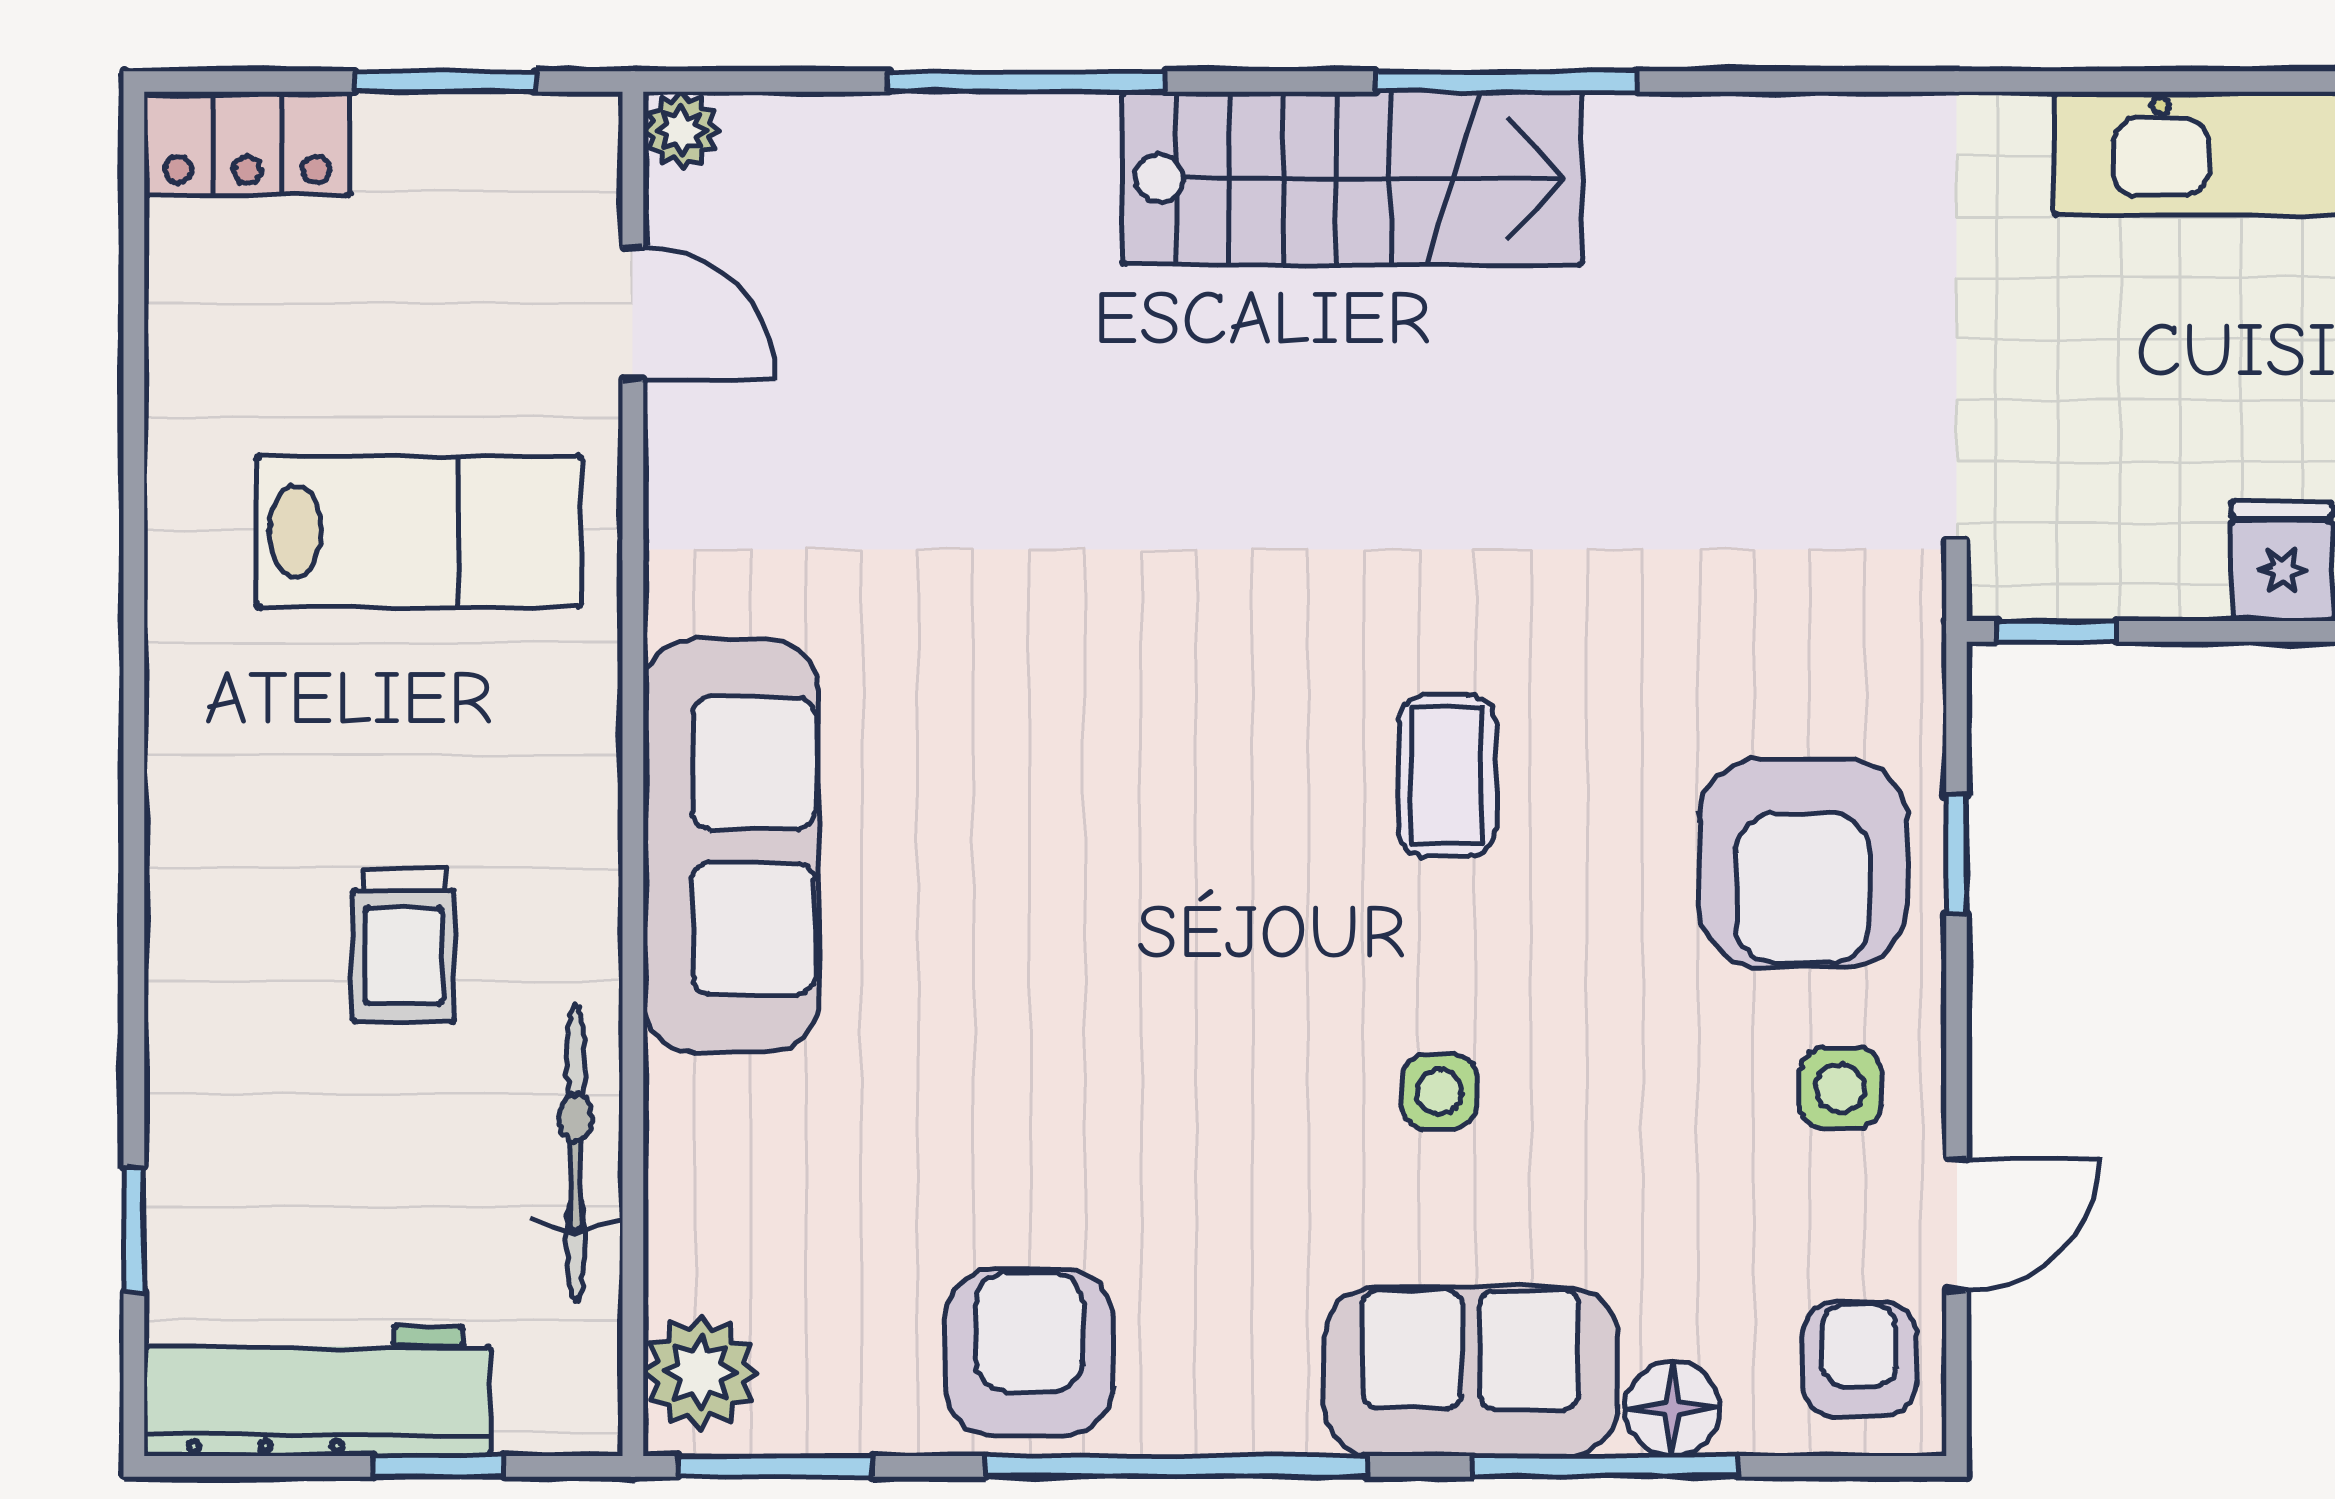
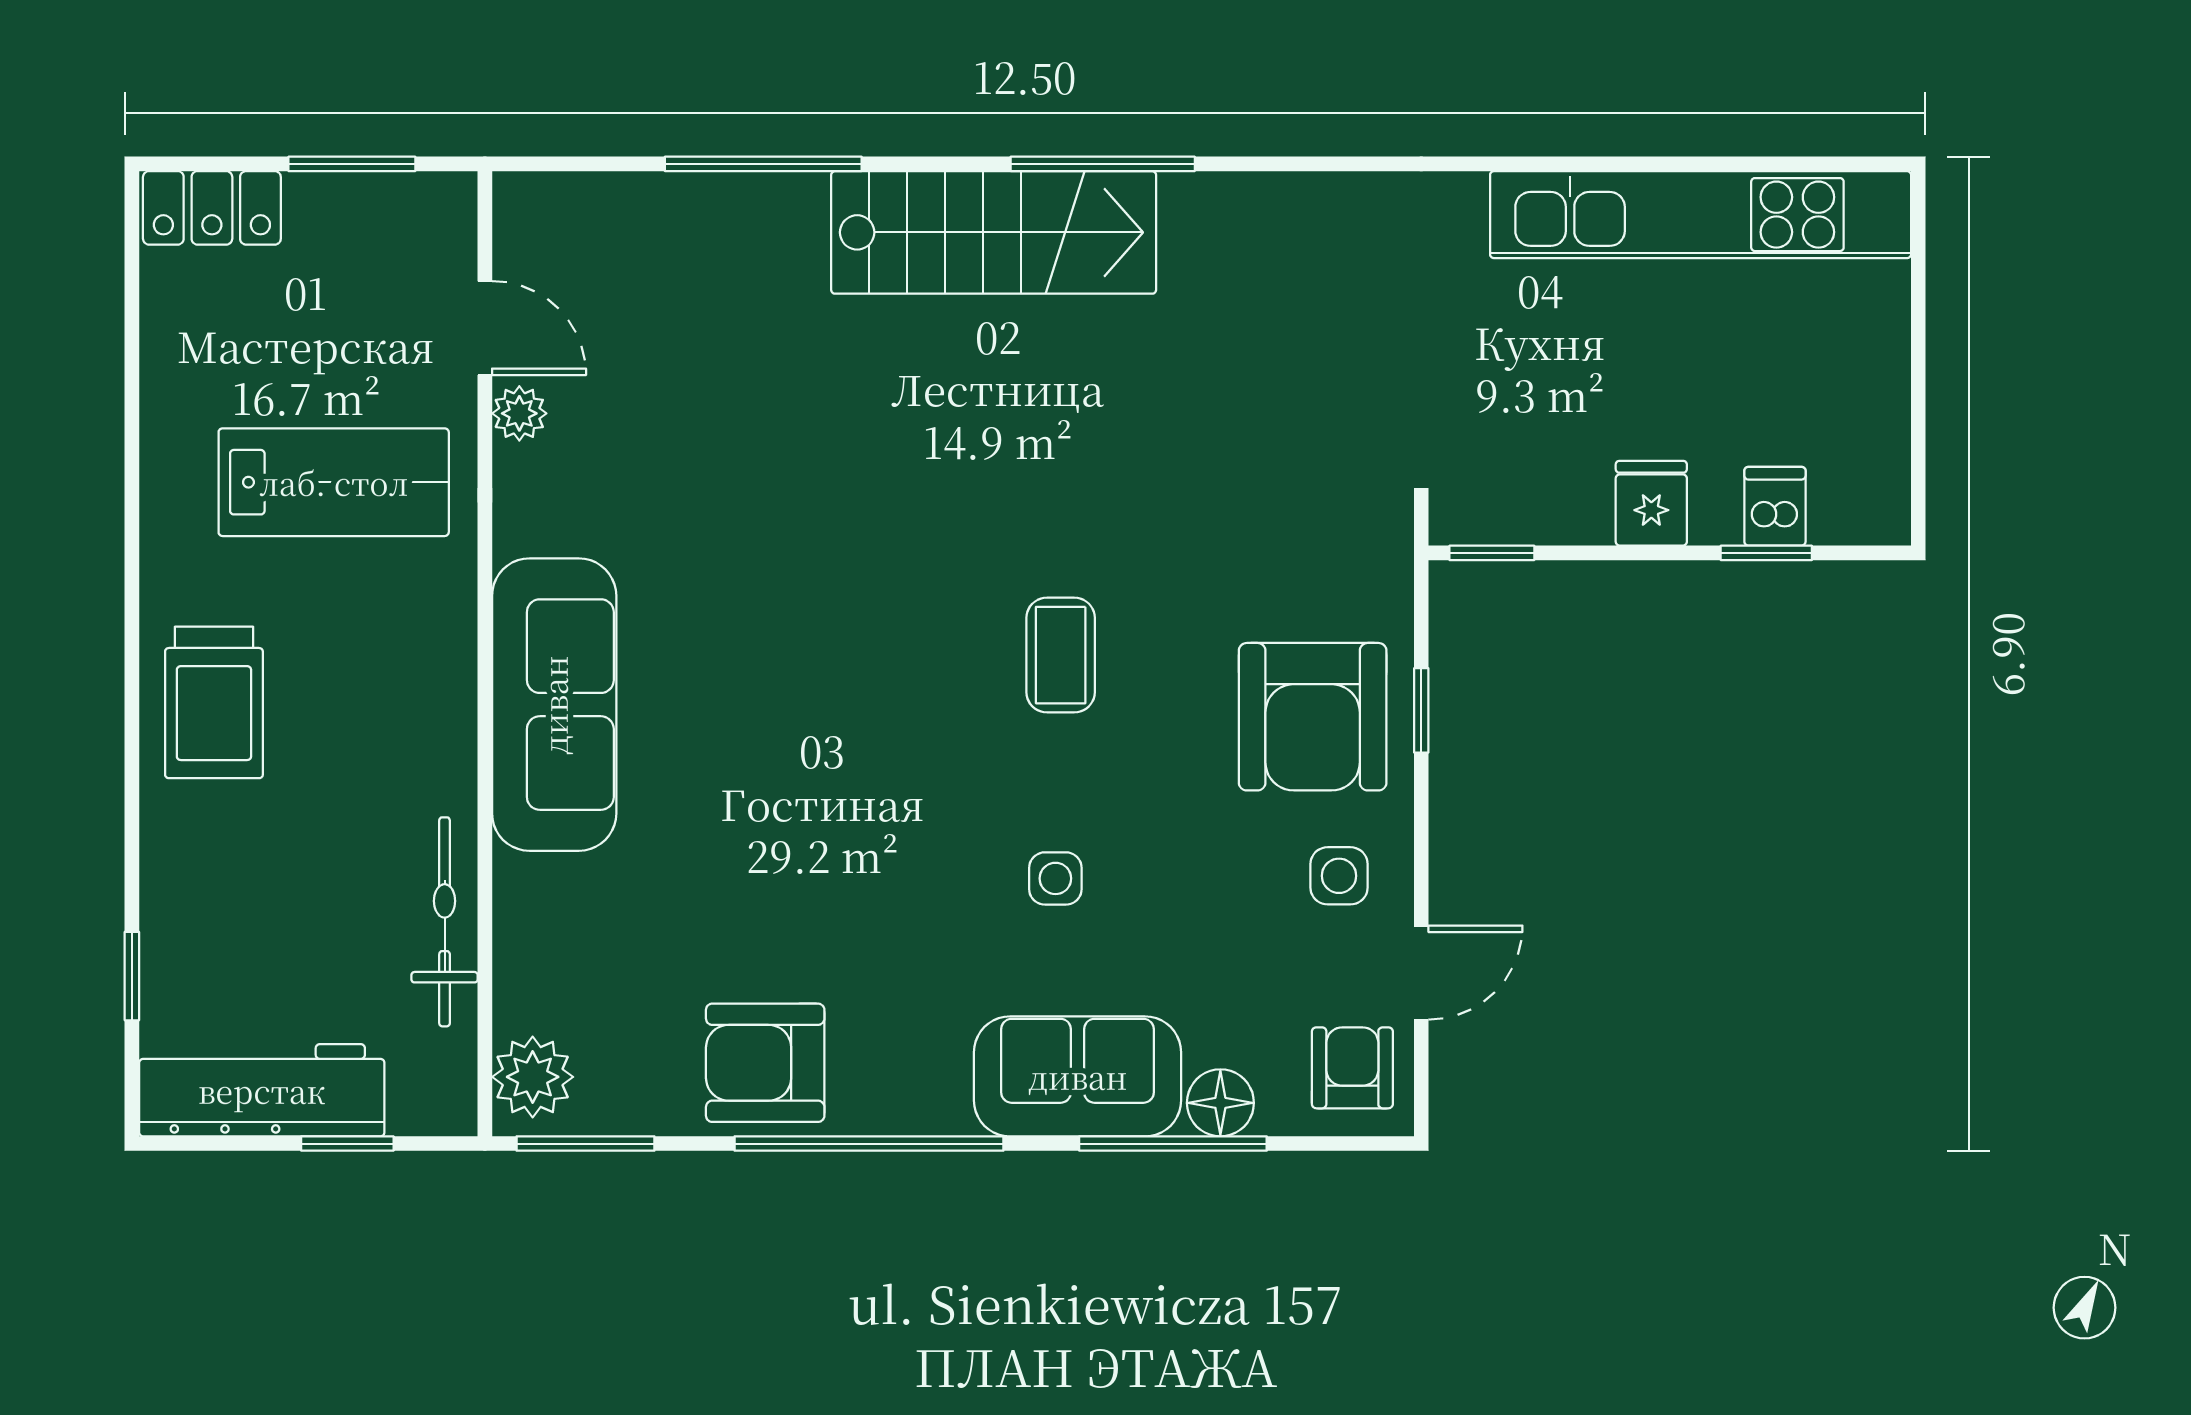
plant: (682, 130) -> (519, 413), moved
trolley: (403, 945) -> (214, 702), moved, width x1.36, depth x1.39
armchair: (1029, 1352) -> (765, 1063), turned -90

